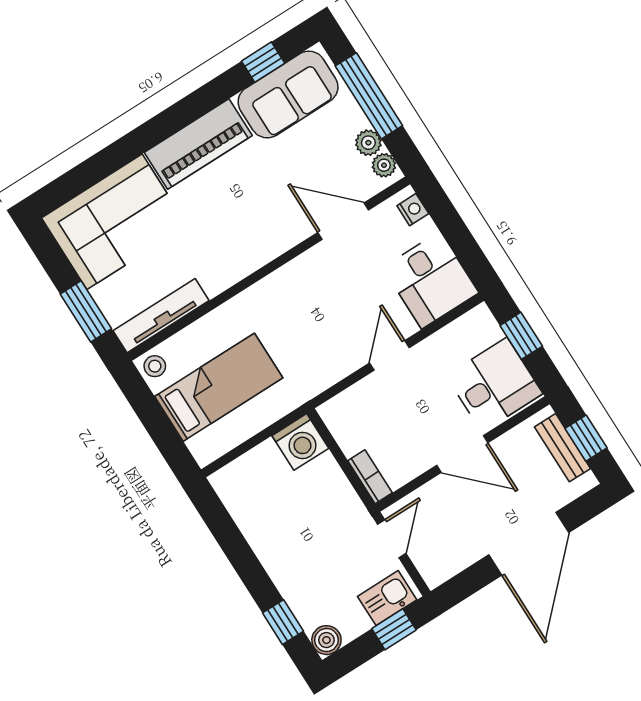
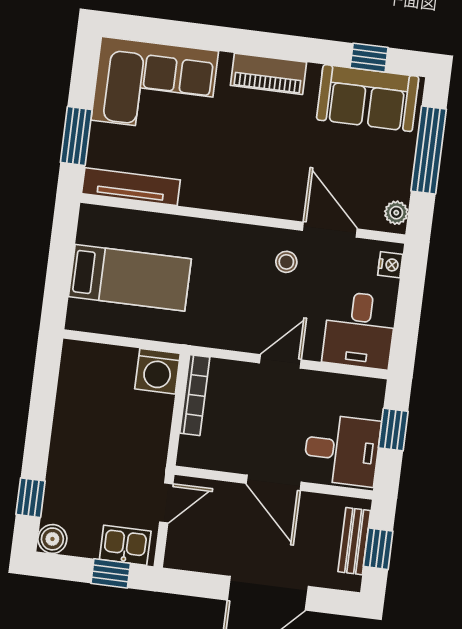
plant: (368, 143) -> (399, 186), removed
piano: (198, 144) -> (268, 74), width x0.73, depth x0.75
stool: (155, 366) -> (286, 262), moved
bookcase: (370, 477) -> (195, 395), moved, width x1.56

